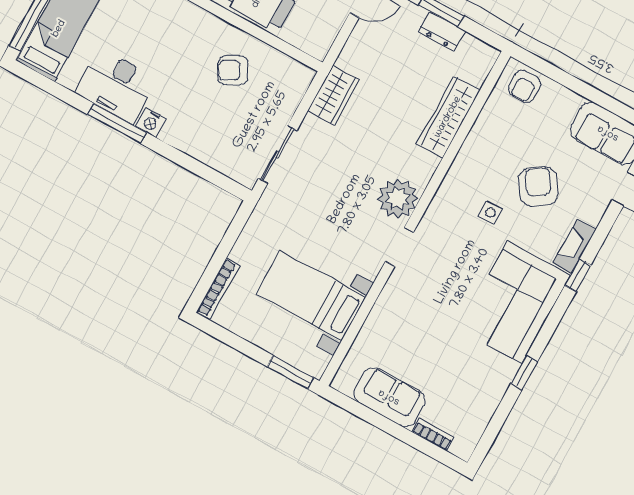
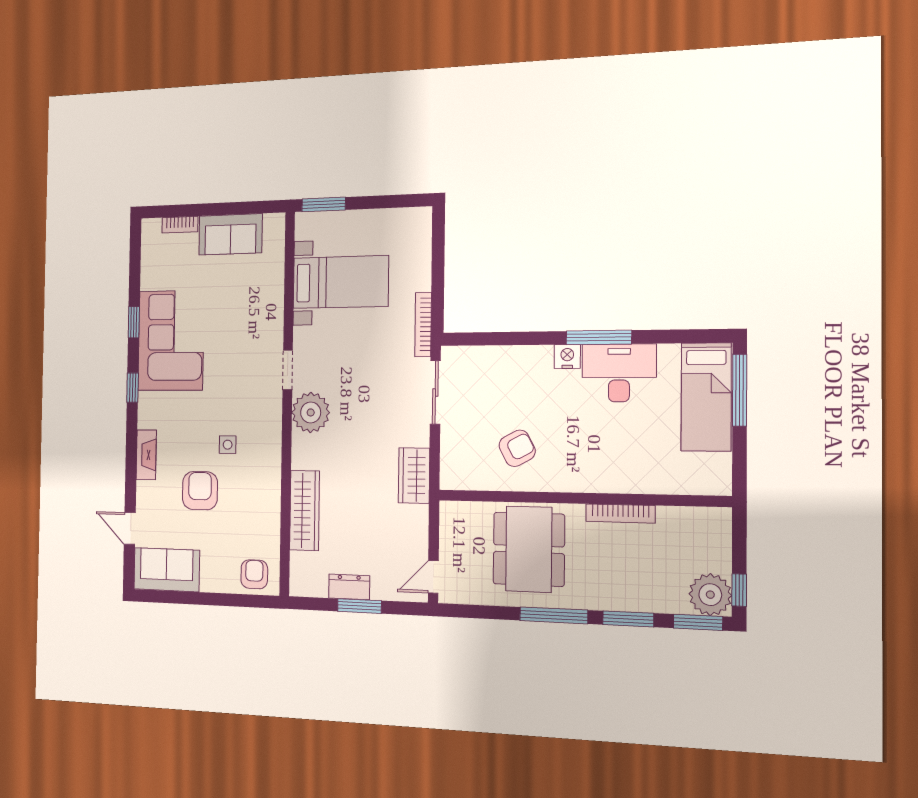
armchair: (538, 186) -> (200, 491), turned -147
window: (578, 275) -> (133, 388), moved
bookcase: (218, 289) -> (423, 325), moved
corner sofa: (515, 302) -> (171, 340), moved

